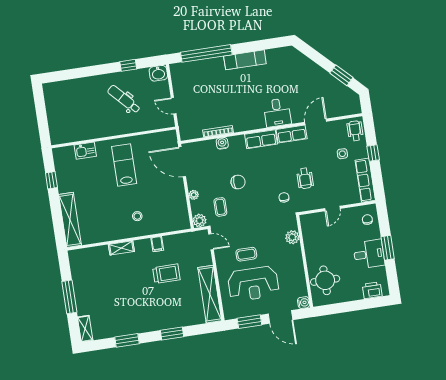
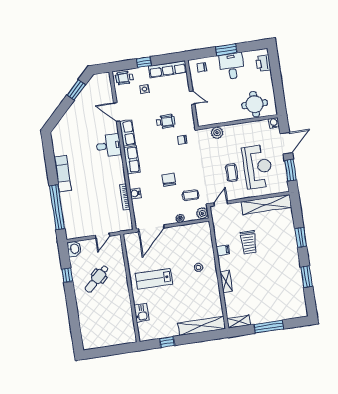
trolley: (166, 274) -> (249, 242), turned 180
shelving: (85, 329) -> (239, 322), moved

